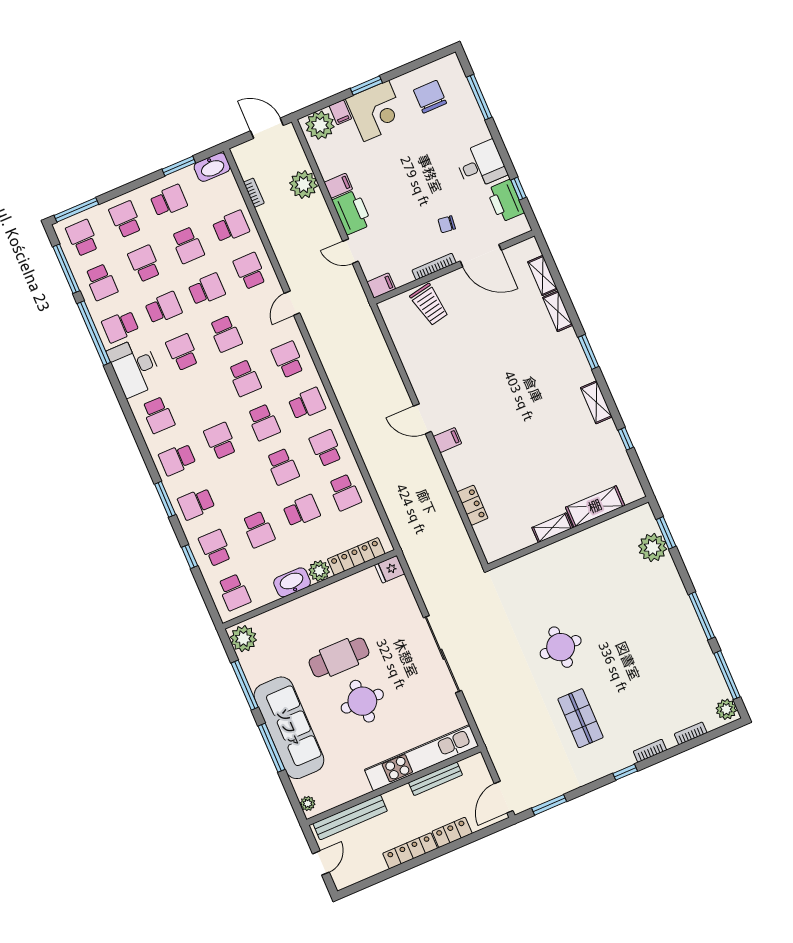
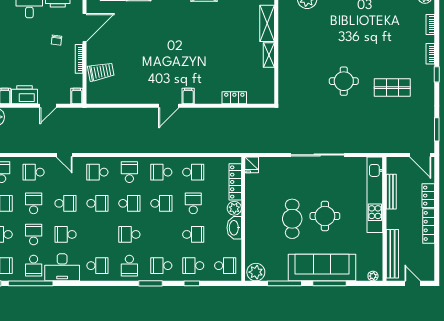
school desk: (196, 504) -> (161, 266), turned 90

